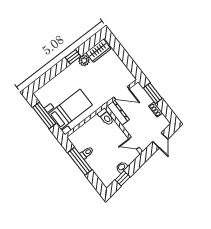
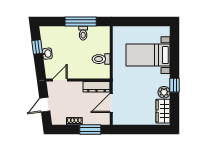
bed with nightstands: (70, 109) -> (148, 55), moved, turned 90
window: (44, 115) -> (143, 21), removed
toilet: (106, 117) -> (101, 59), moved
door: (160, 140) -> (45, 105), hinge flipped

